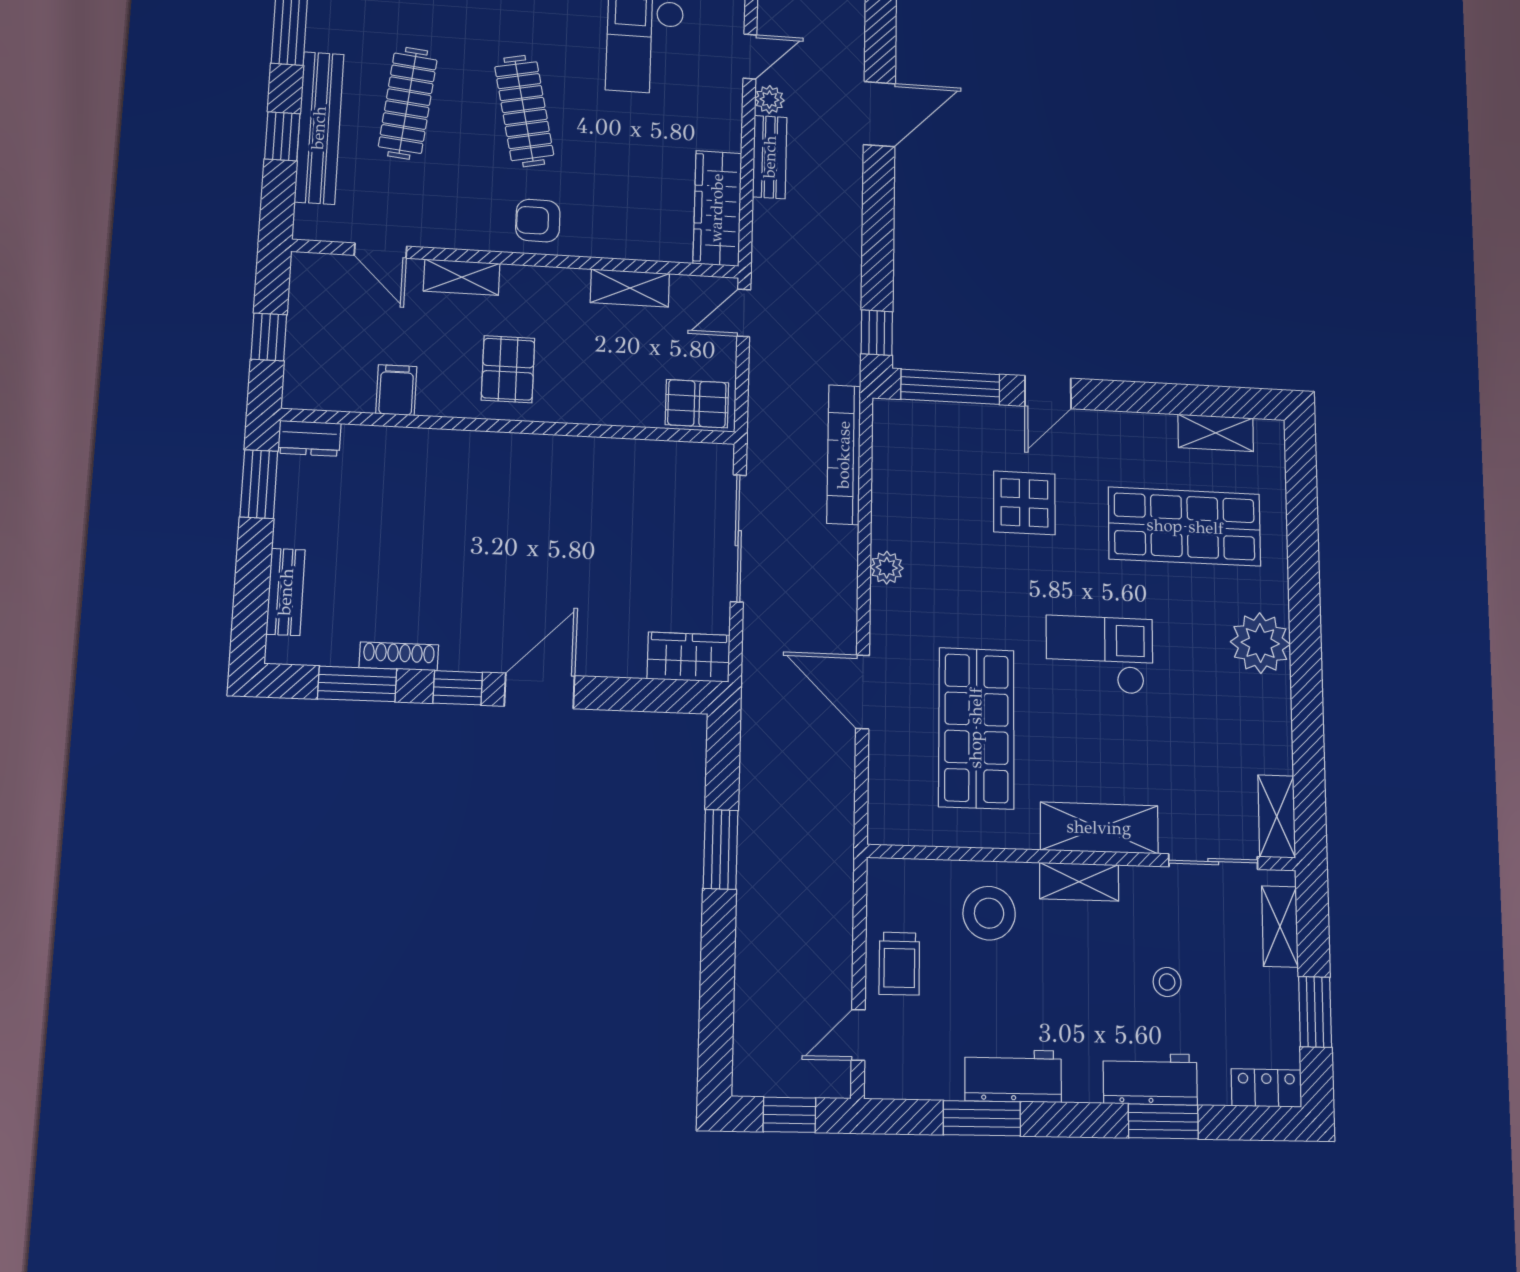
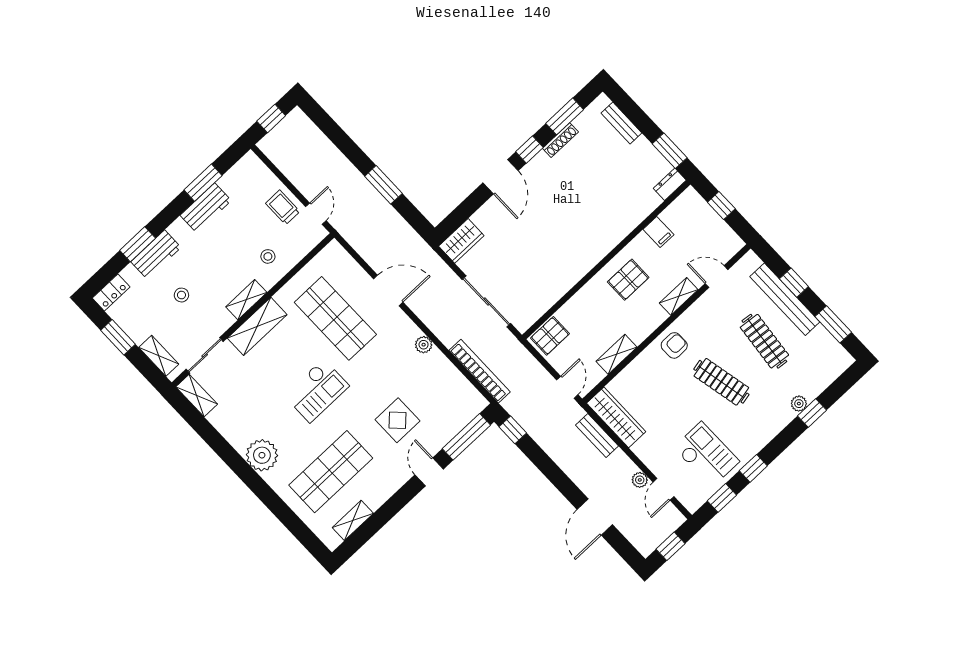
bench: (770, 157) -> (597, 436), moved
pallet: (508, 369) -> (628, 280), turned 90
stool: (989, 913) -> (268, 256), width x0.53, depth x0.53
door: (858, 1035) -> (316, 214), moved

